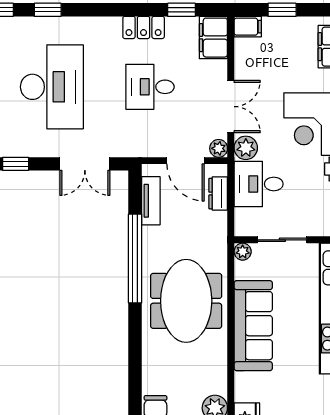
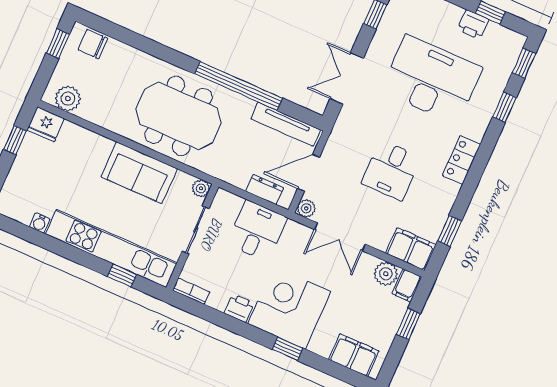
locker: (144, 27) -> (461, 160), moved
desk: (52, 87) -> (431, 79), turned 180
desk: (150, 87) -> (391, 170), turned 180
plant: (246, 148) -> (386, 274), moved
tv unit: (151, 201) -> (286, 124), width x1.41
sofa: (253, 326) -> (139, 173), width x0.73

